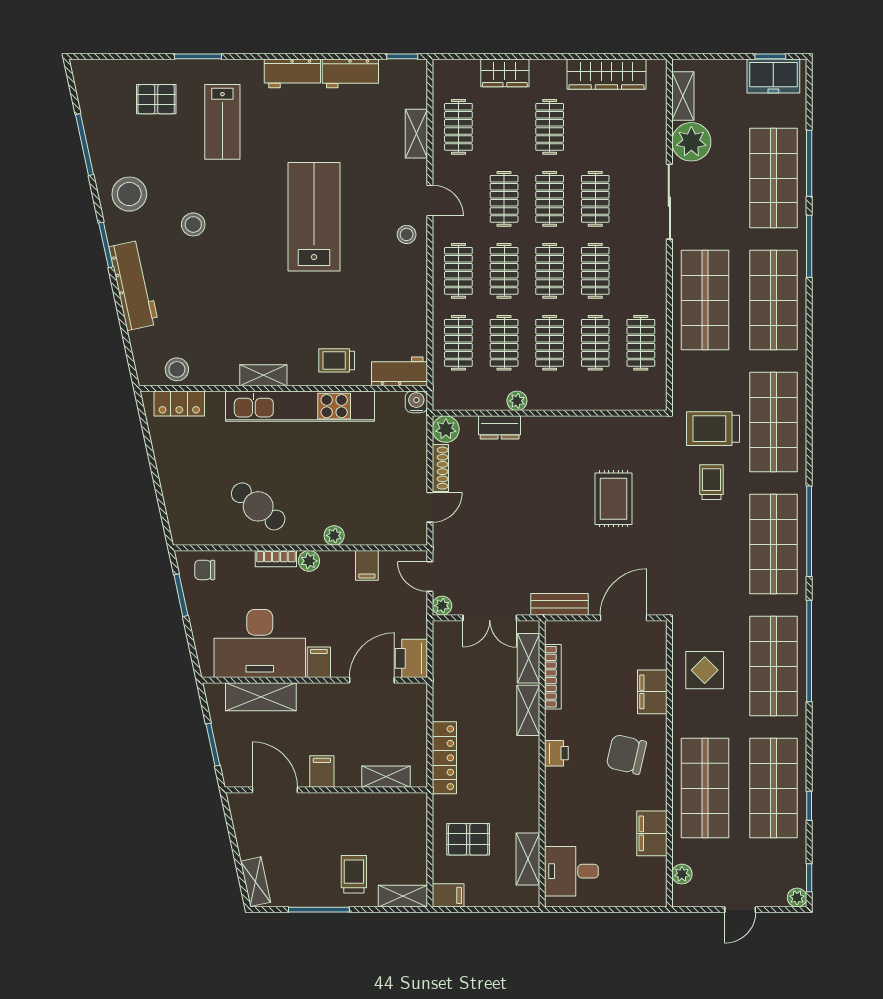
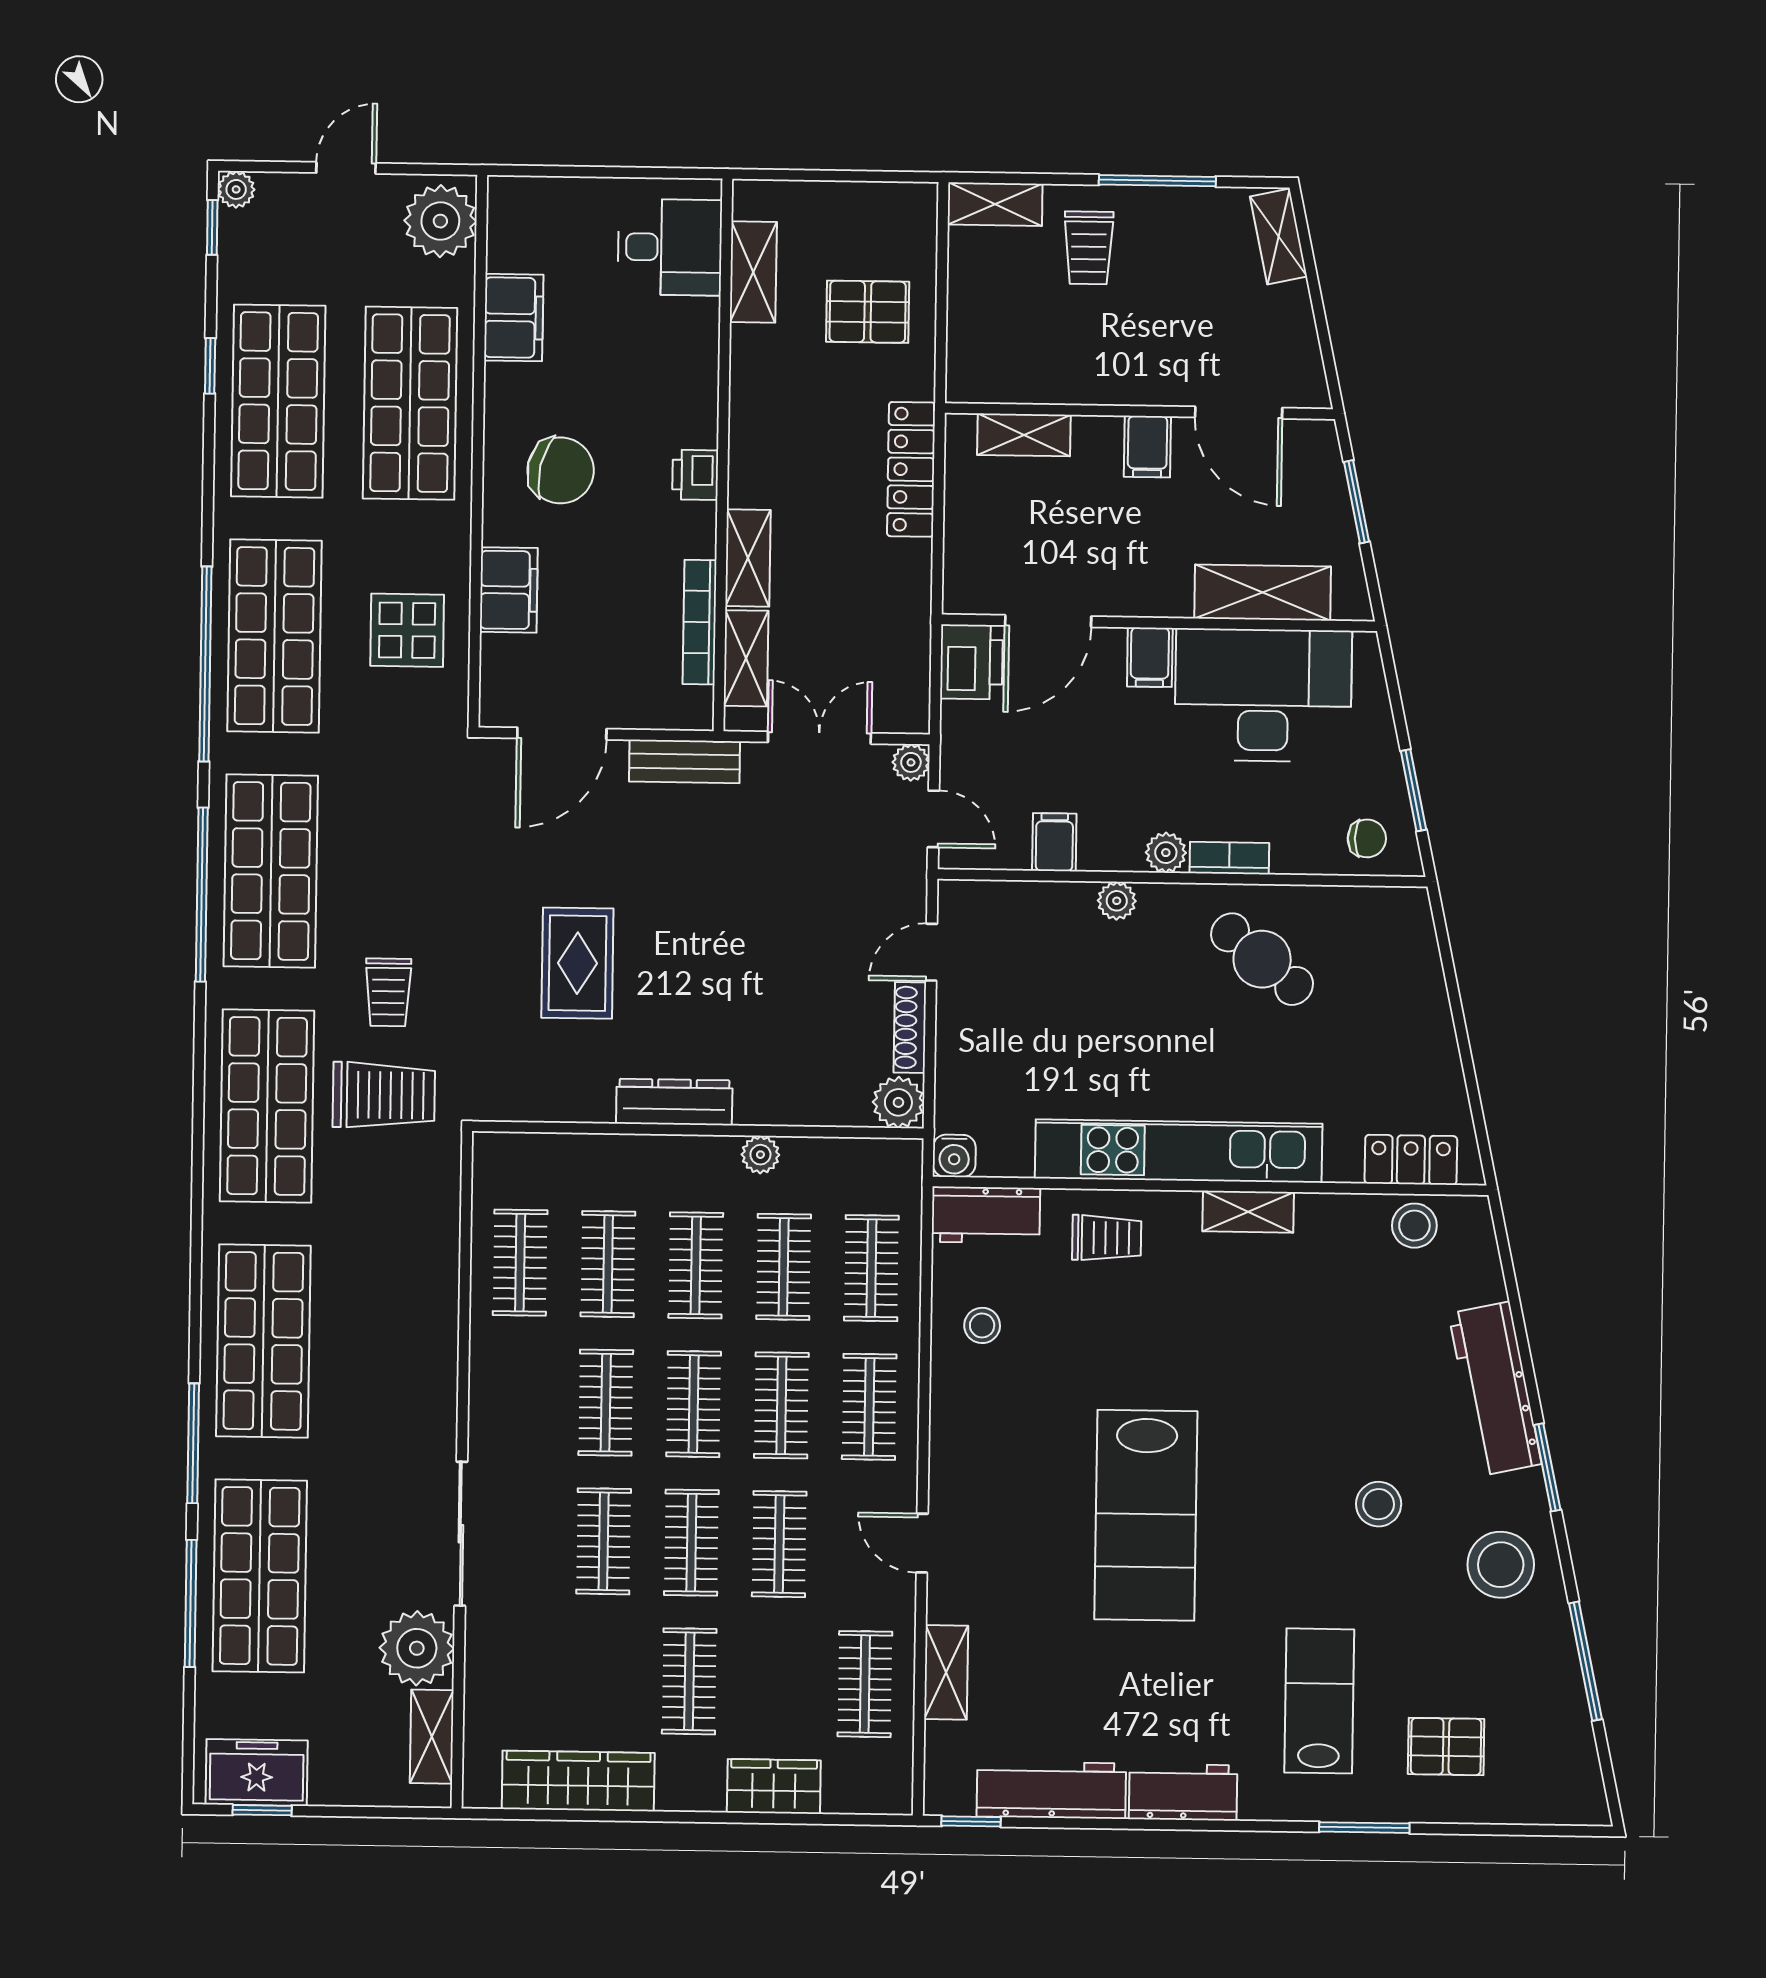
workbench: (350, 73) -> (1051, 1790), width x1.37
stool: (407, 234) -> (982, 1325), moved
shop shelf: (705, 300) -> (395, 1343), removed
dresser: (500, 427) -> (674, 1102), moved, width x1.44
plant: (682, 874) -> (440, 221), width x1.87, depth x1.87
filing cabinet: (448, 895) -> (908, 204), removed

